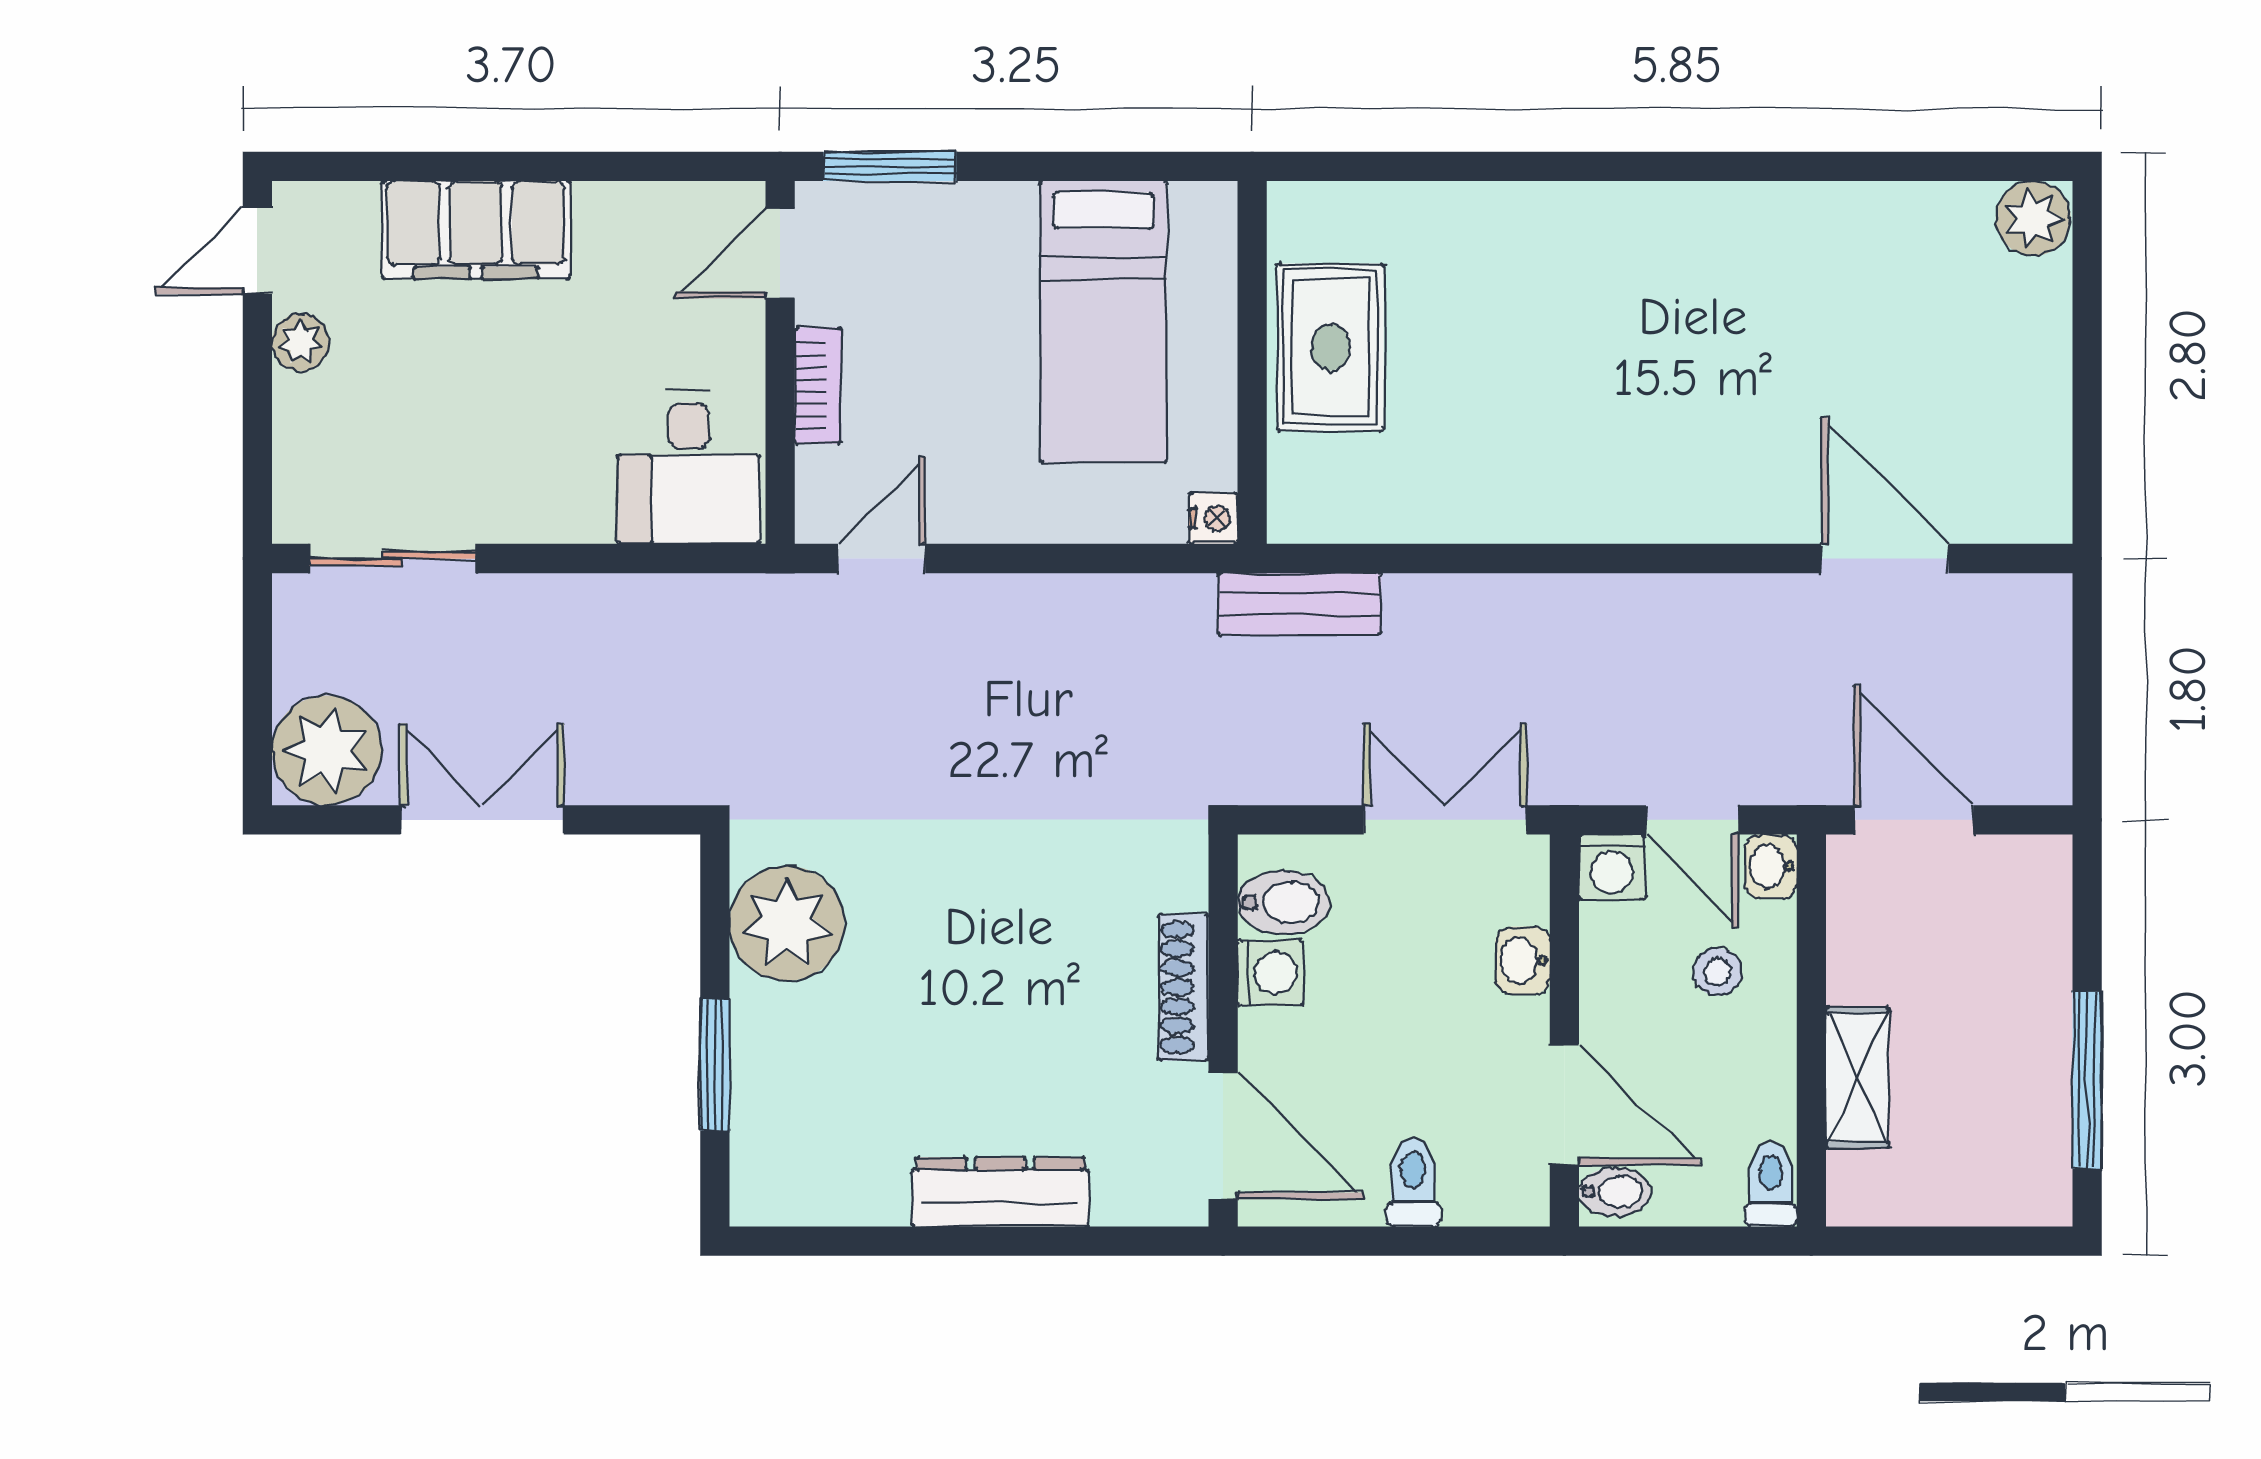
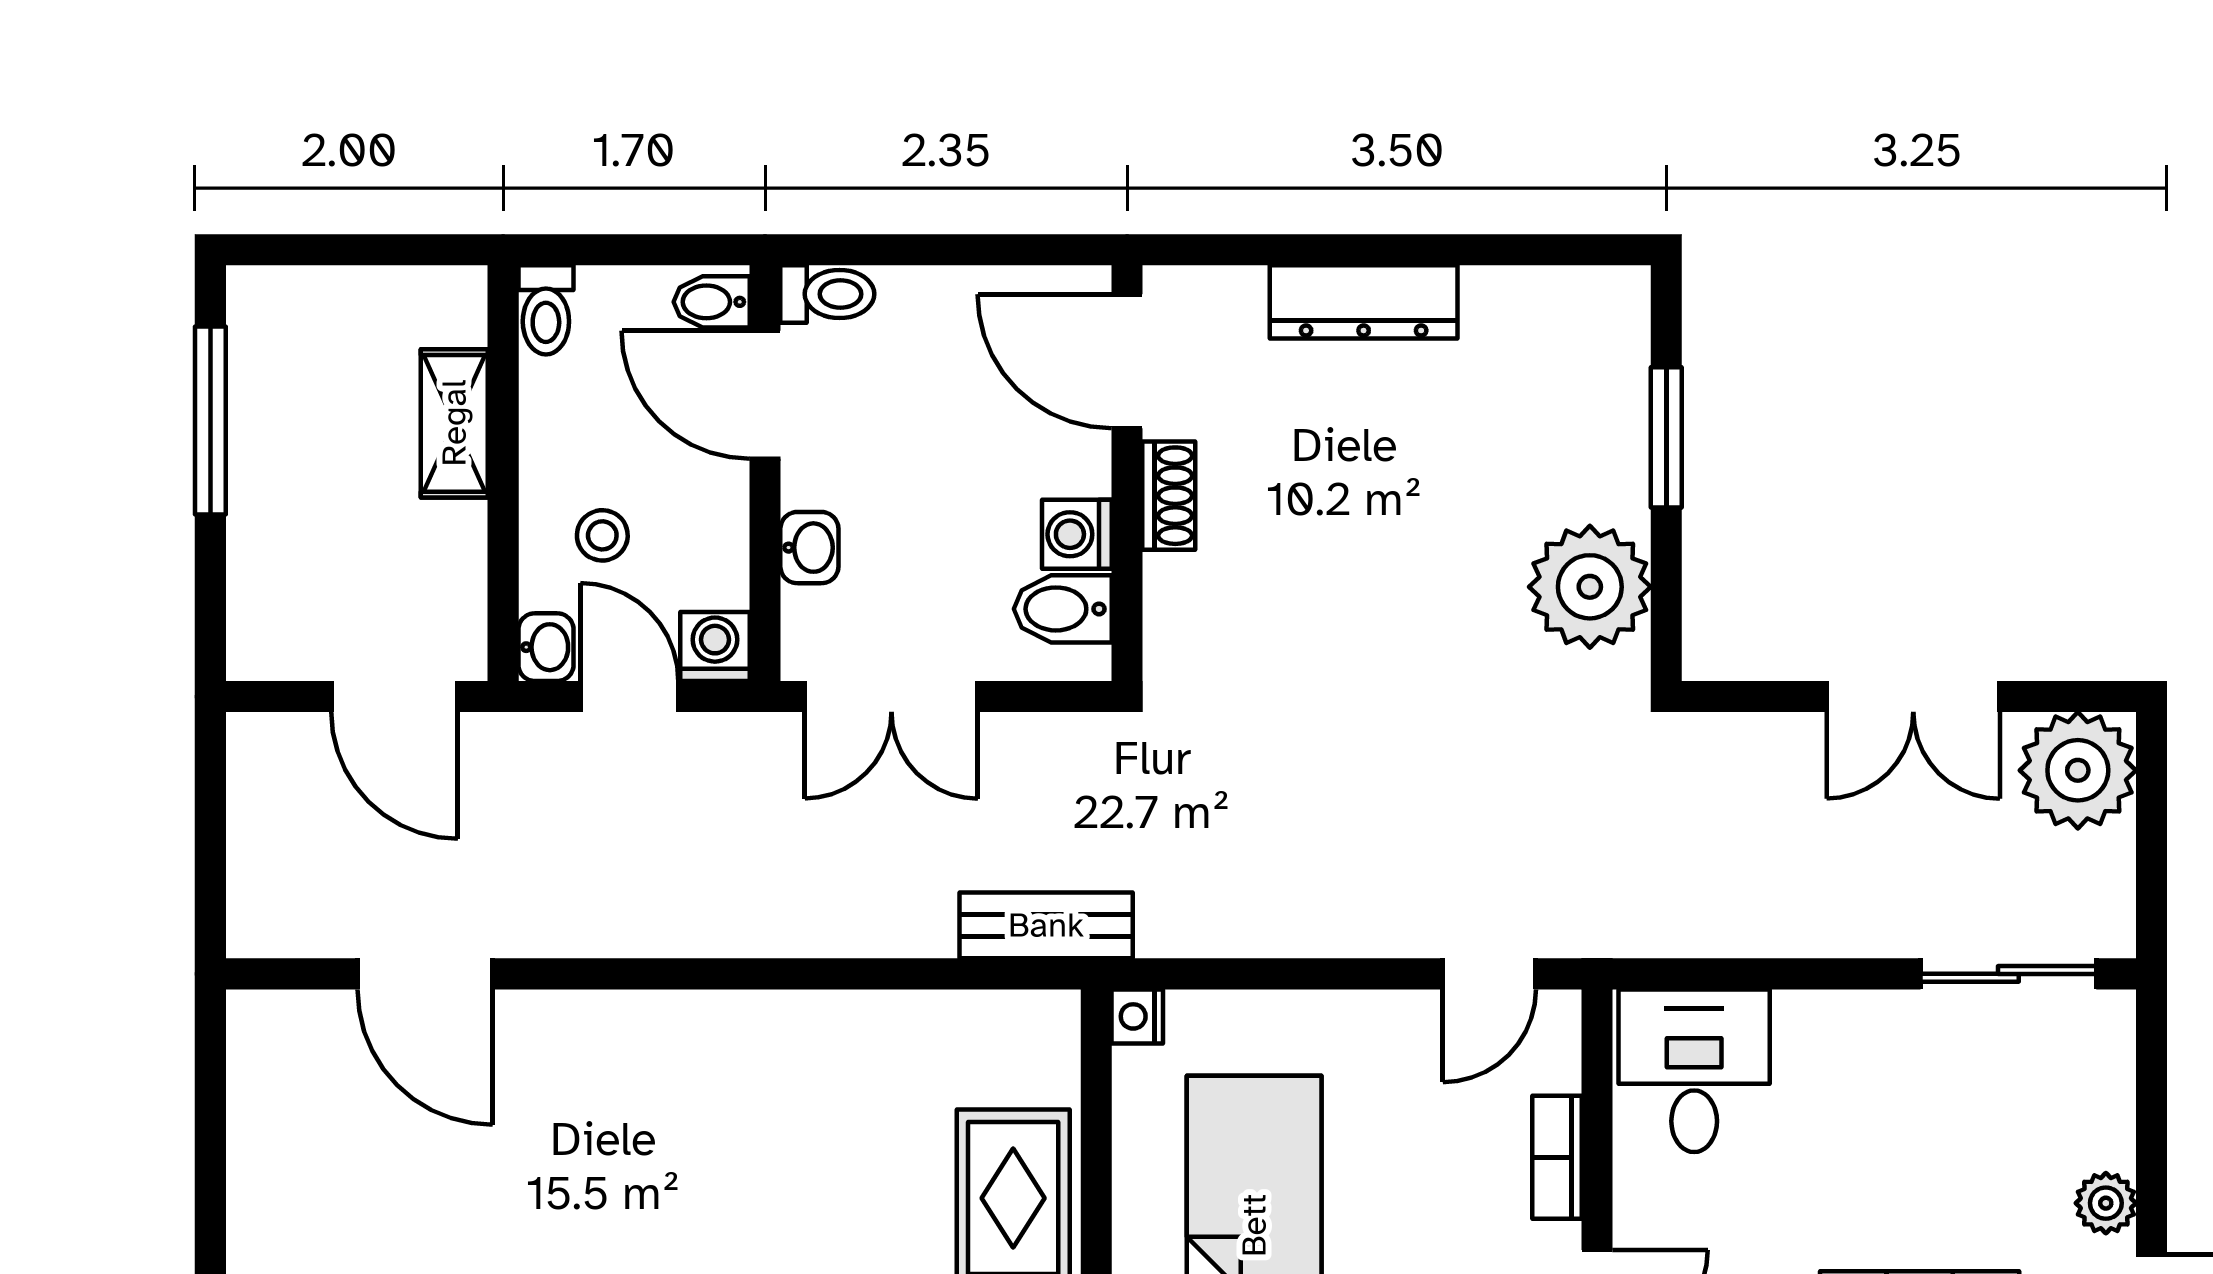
shoe rack: (1184, 987) -> (1169, 496), width x0.70
toilet: (1413, 1182) -> (827, 294), moved, turned -90

